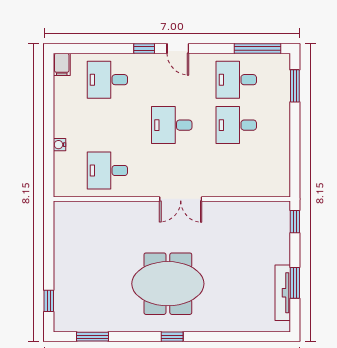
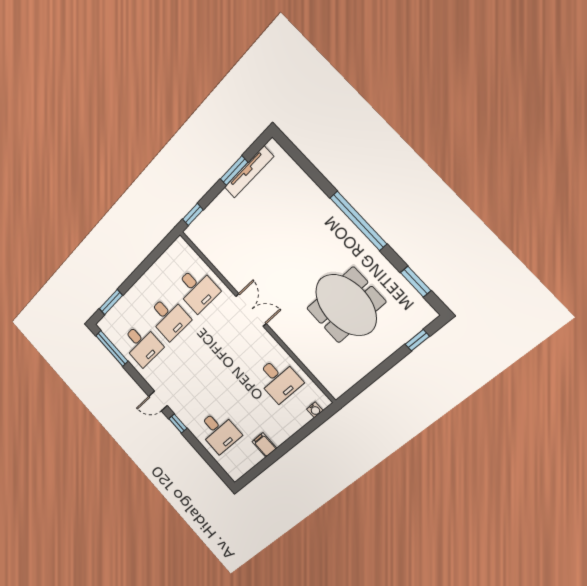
door: (178, 49) -> (158, 401), swing flipped
filing cabinet: (62, 64) -> (264, 445), moved, turned -90
desk: (172, 125) -> (197, 289), moved
water cooler: (59, 145) -> (315, 410), moved
meeting table: (168, 284) -> (346, 305), moved
window: (172, 337) -> (358, 221), width x3.17

